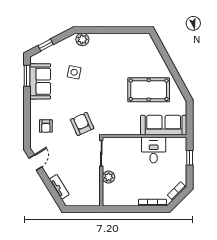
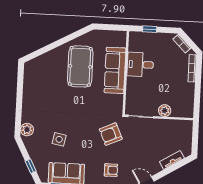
sofa: (164, 125) -> (115, 70), moved

